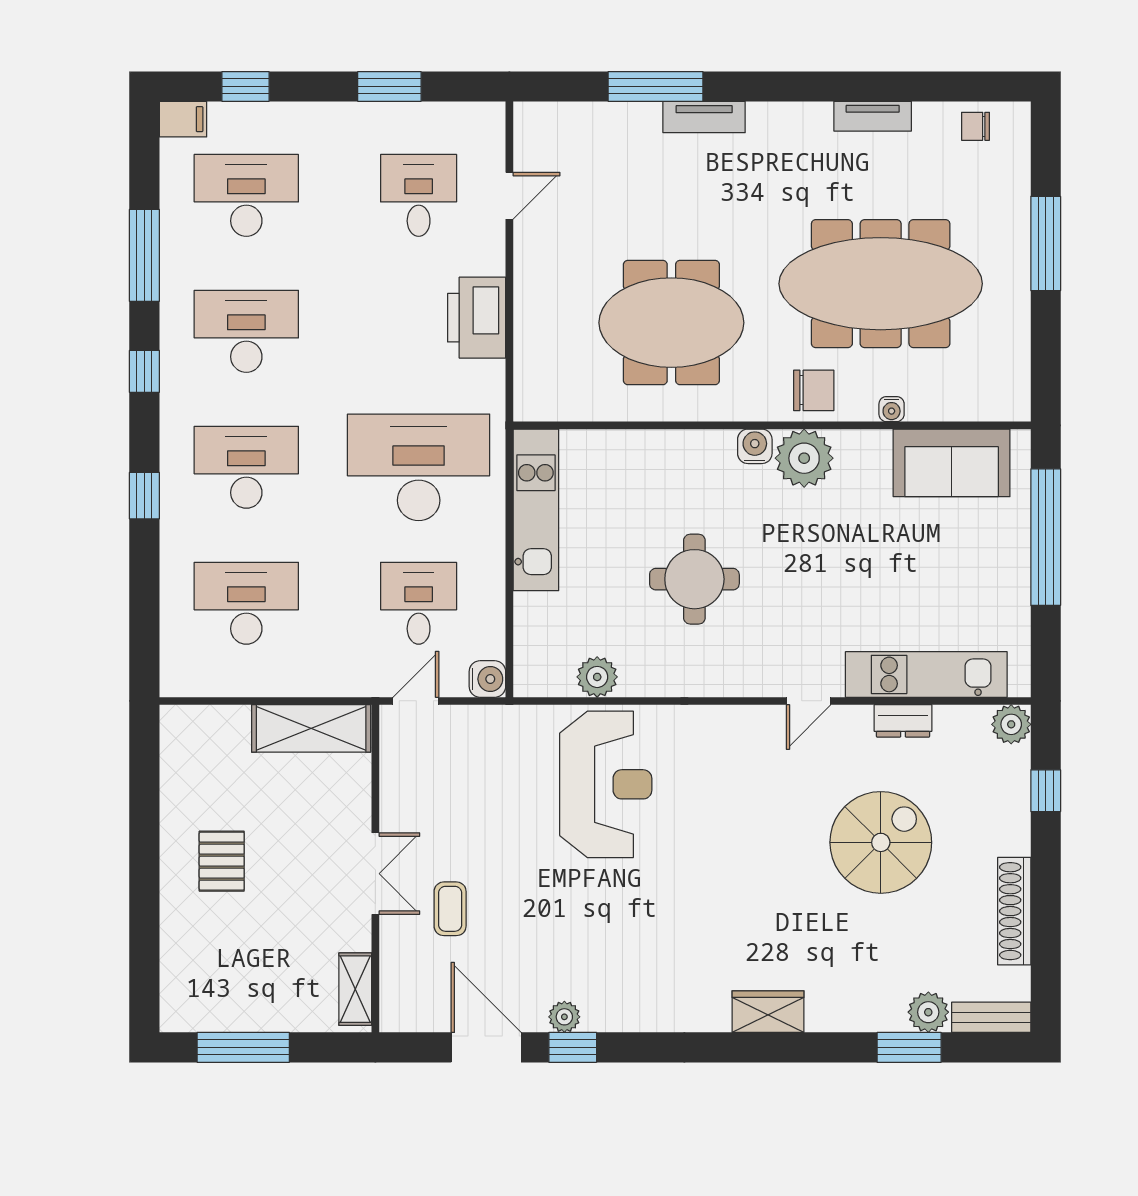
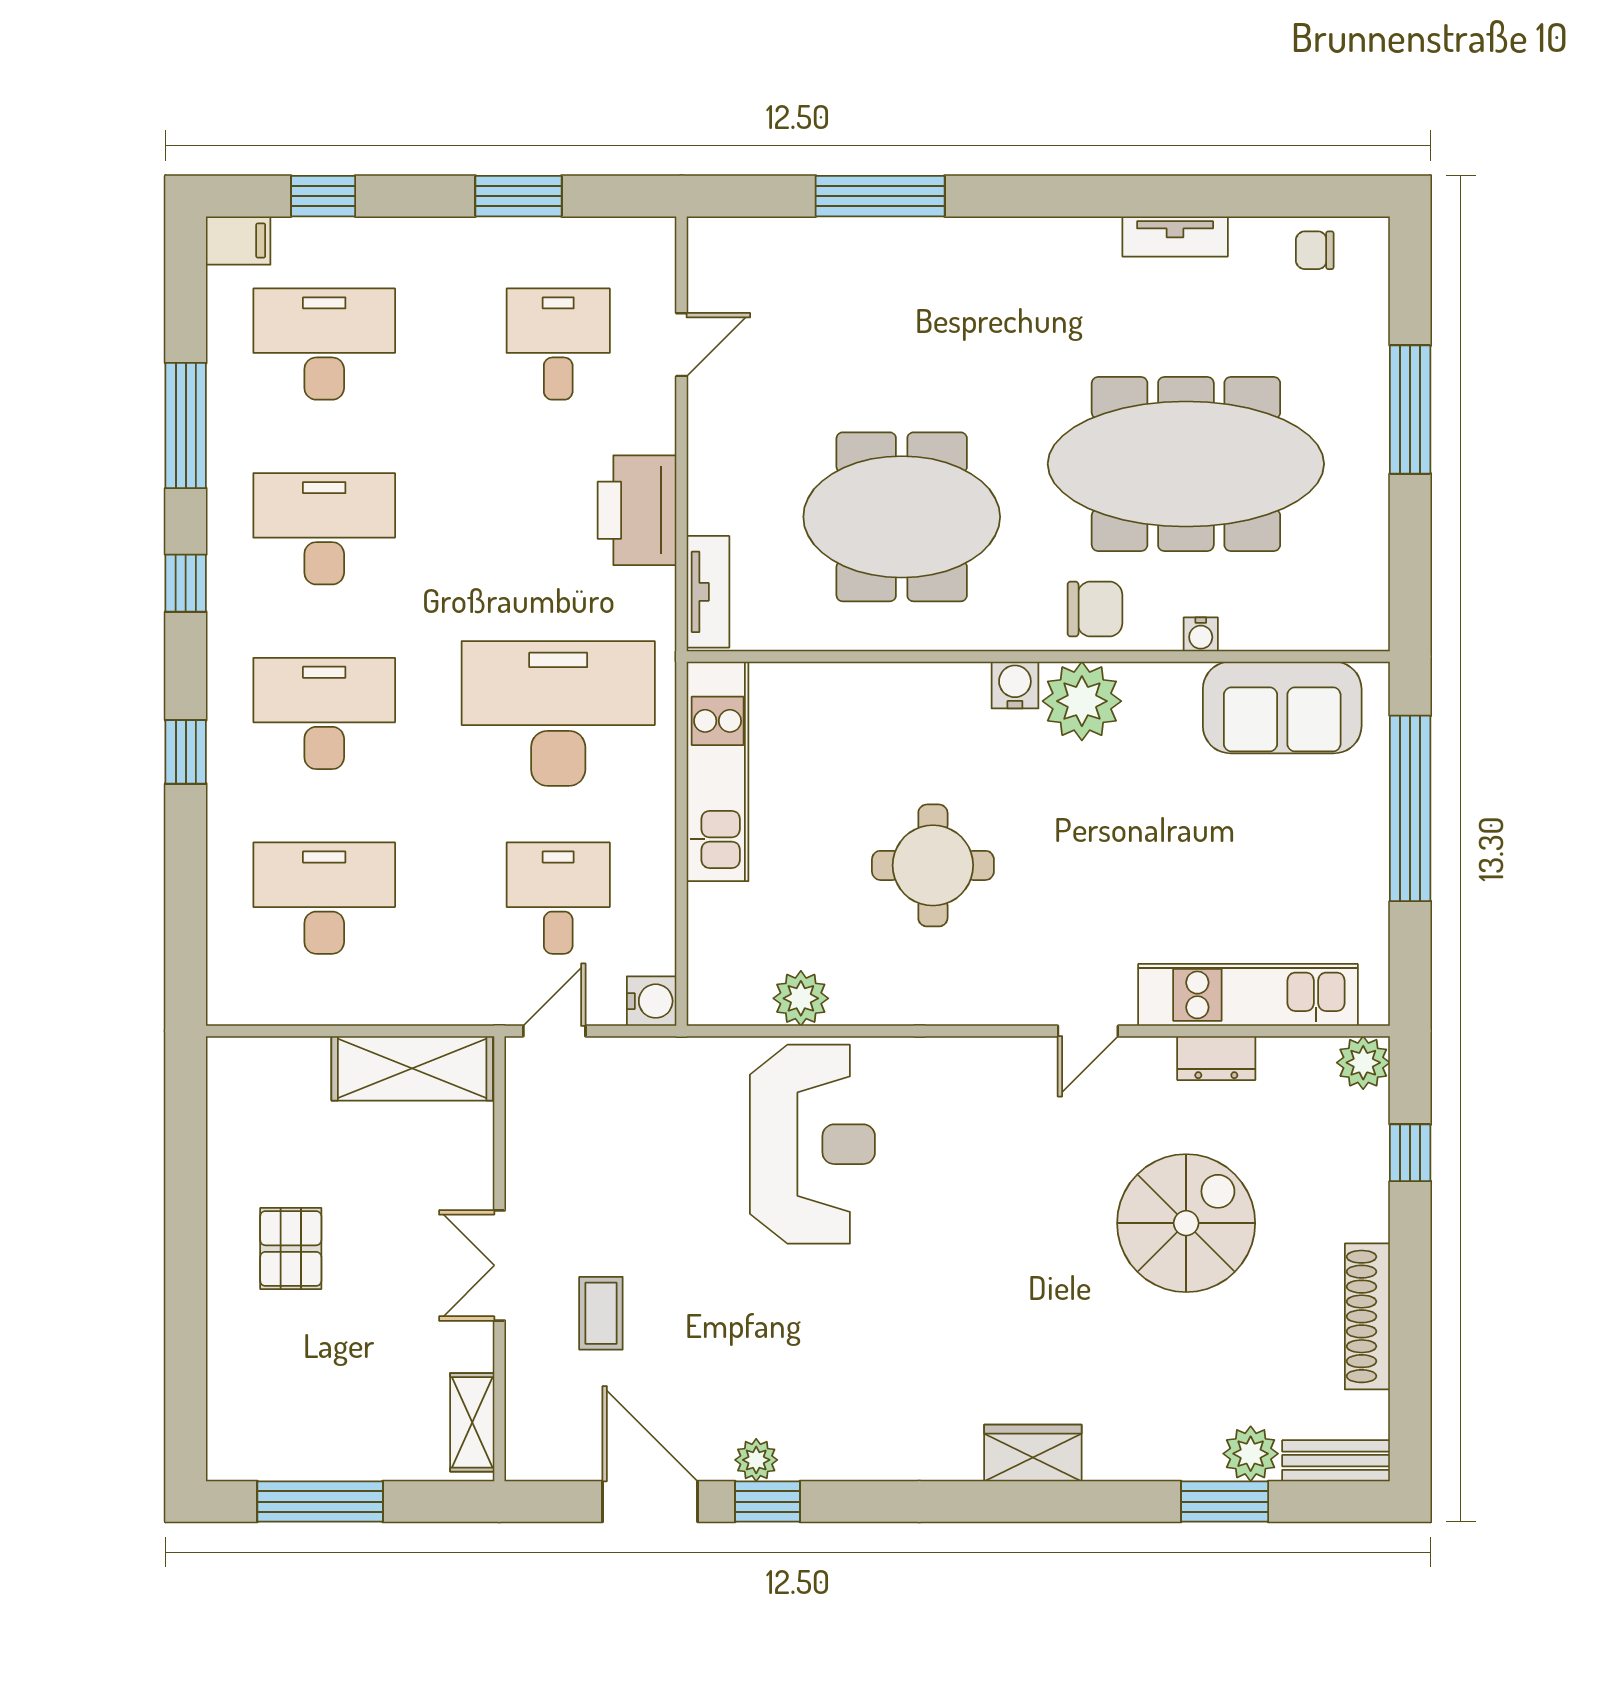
tv unit: (704, 117) -> (708, 592), moved, turned -90
double door: (375, 874) -> (499, 1265), swing flipped

